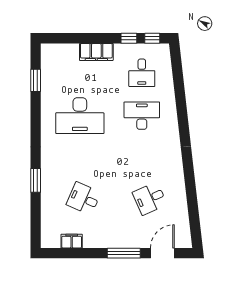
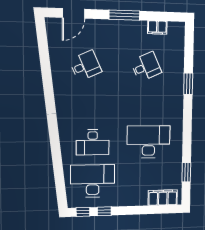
filing cabinet: (96, 52) -> (163, 198), moved
desk: (142, 73) -> (93, 181), width x1.87, depth x1.30
desk: (84, 199) -> (146, 67), turned -48
window: (124, 253) -> (124, 15), moved

